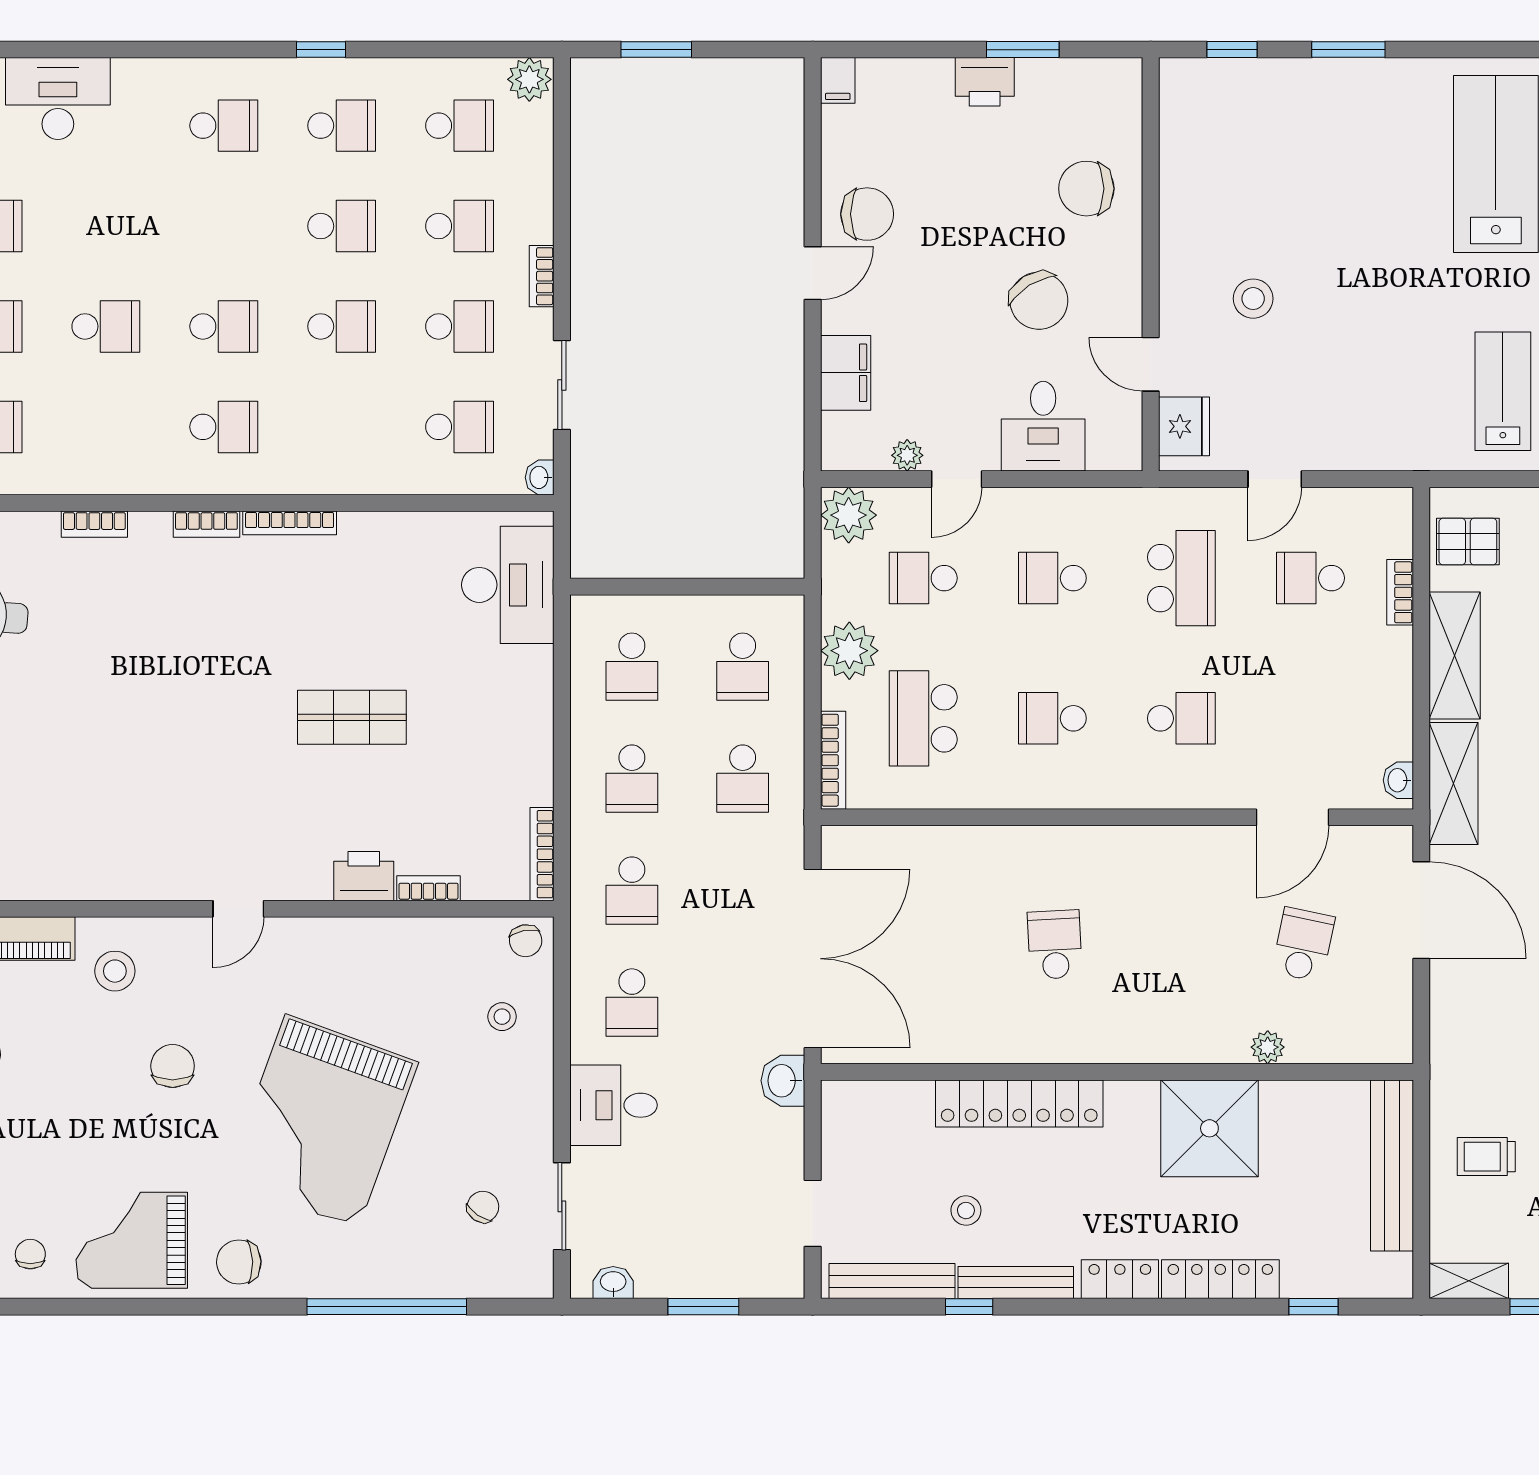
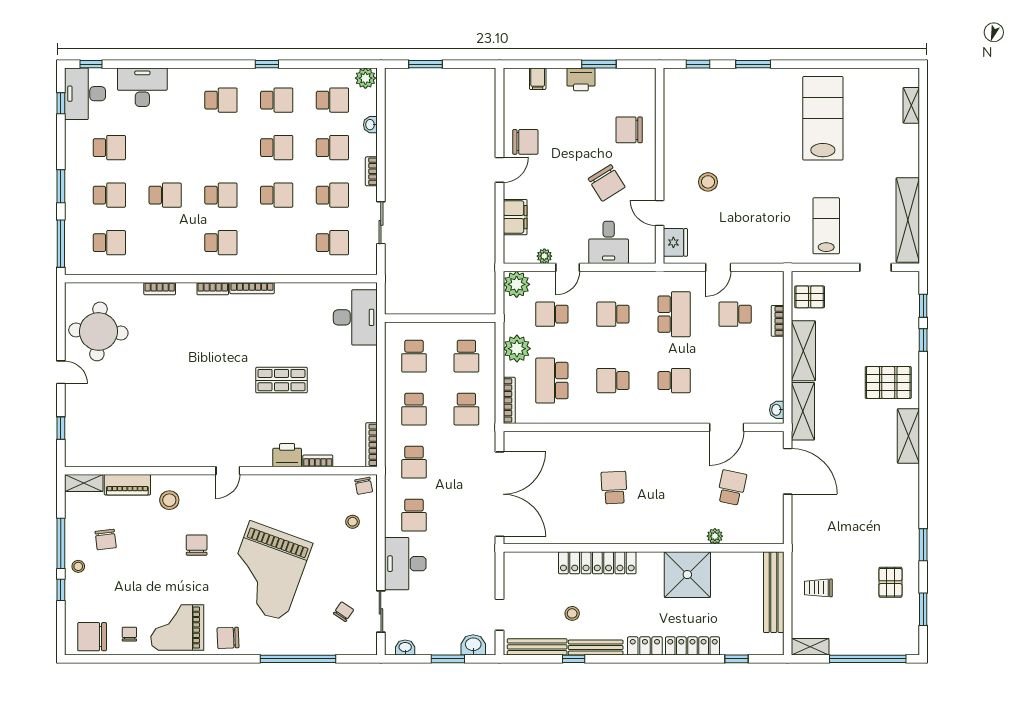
filing cabinet: (838, 80) -> (538, 79), moved
washbasin: (540, 477) -> (370, 125), moved
washbasin: (783, 1081) -> (473, 645), moved, turned 90
desk: (614, 1105) -> (405, 564), width x1.37

